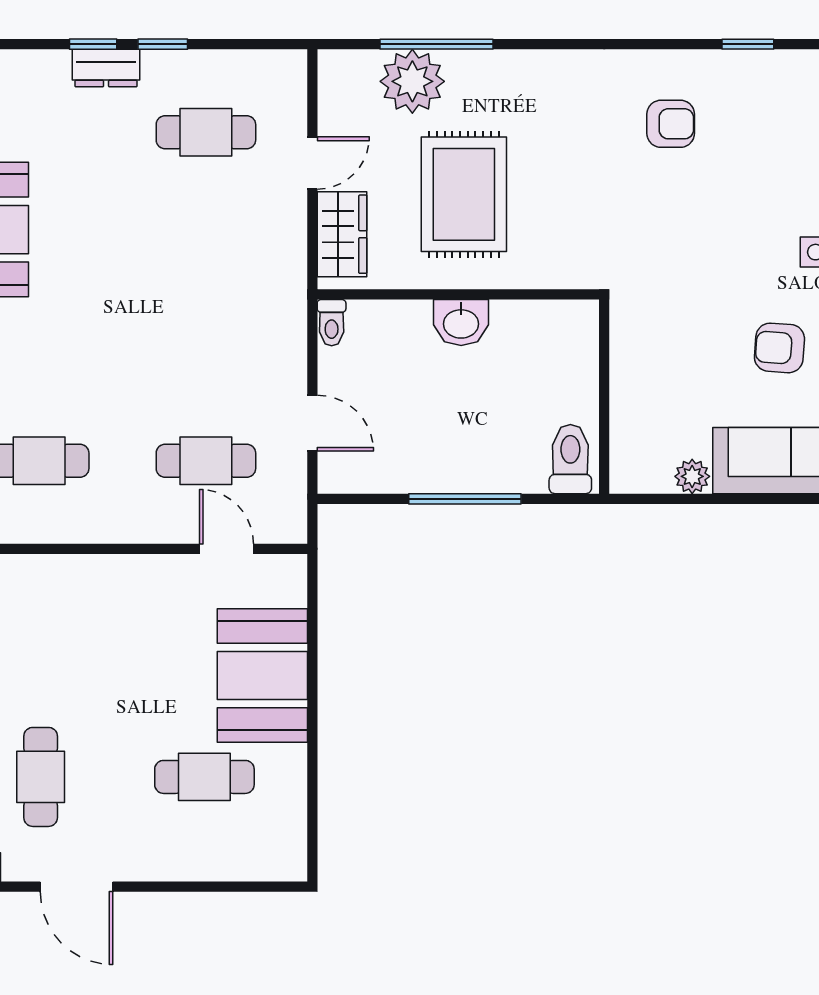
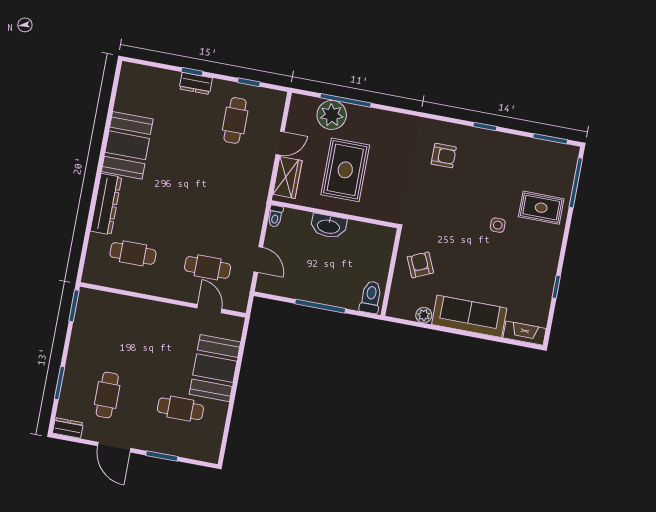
window: (163, 44) -> (249, 82), moved
cafe table: (206, 132) -> (235, 120), turned 90
washbasin: (461, 323) -> (329, 226), width x1.38
armchair: (779, 348) -> (420, 265), moved, turned 62
window: (183, 887) -> (162, 456), added

